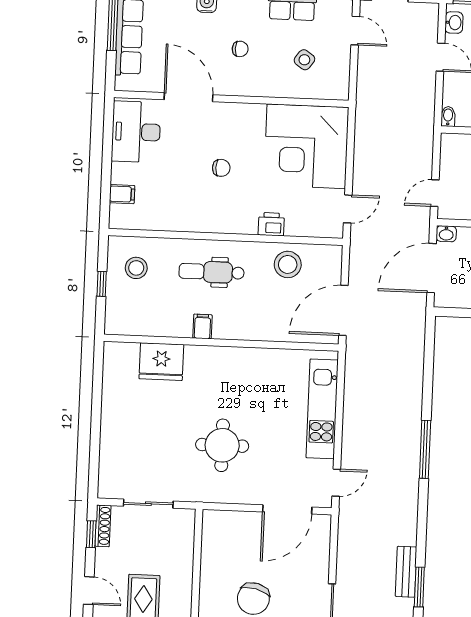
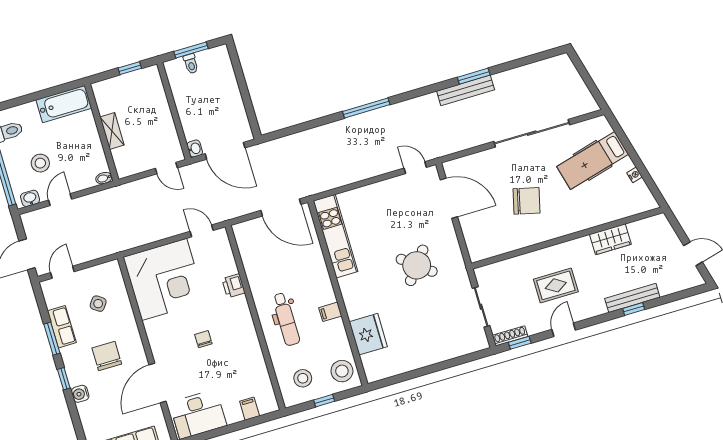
chair: (240, 49) -> (107, 356), width x1.87, depth x1.87
stool: (288, 264) -> (342, 371), moved
kitchen unit: (322, 409) -> (336, 236), moved, turned -90
round table: (222, 445) -> (417, 265), turned 38
bench: (406, 572) -> (466, 90), width x1.36

